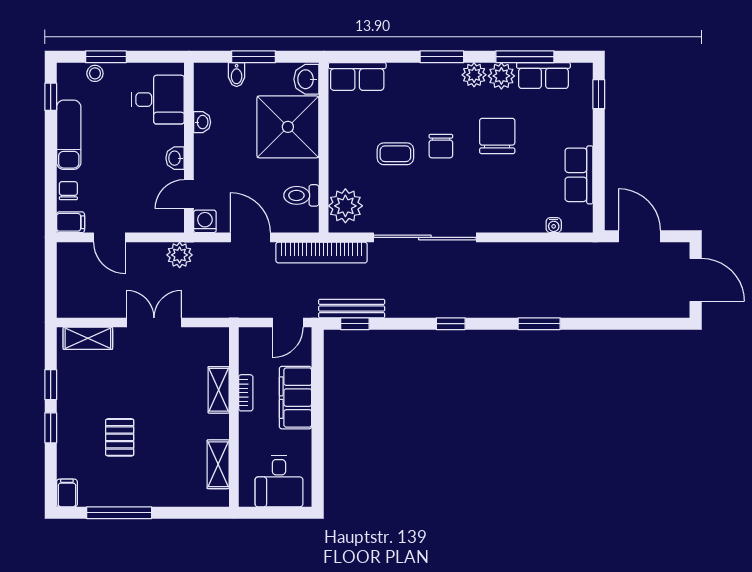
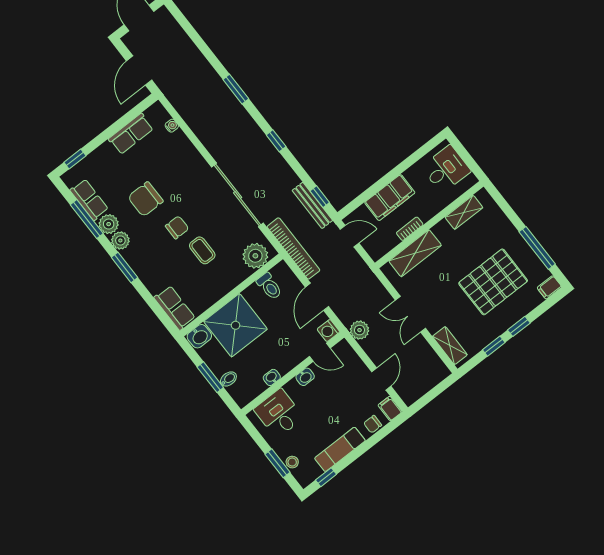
shelving: (219, 390) -> (415, 253), width x1.50, depth x1.33
pallet: (120, 437) -> (493, 282), width x2.05, depth x2.00

